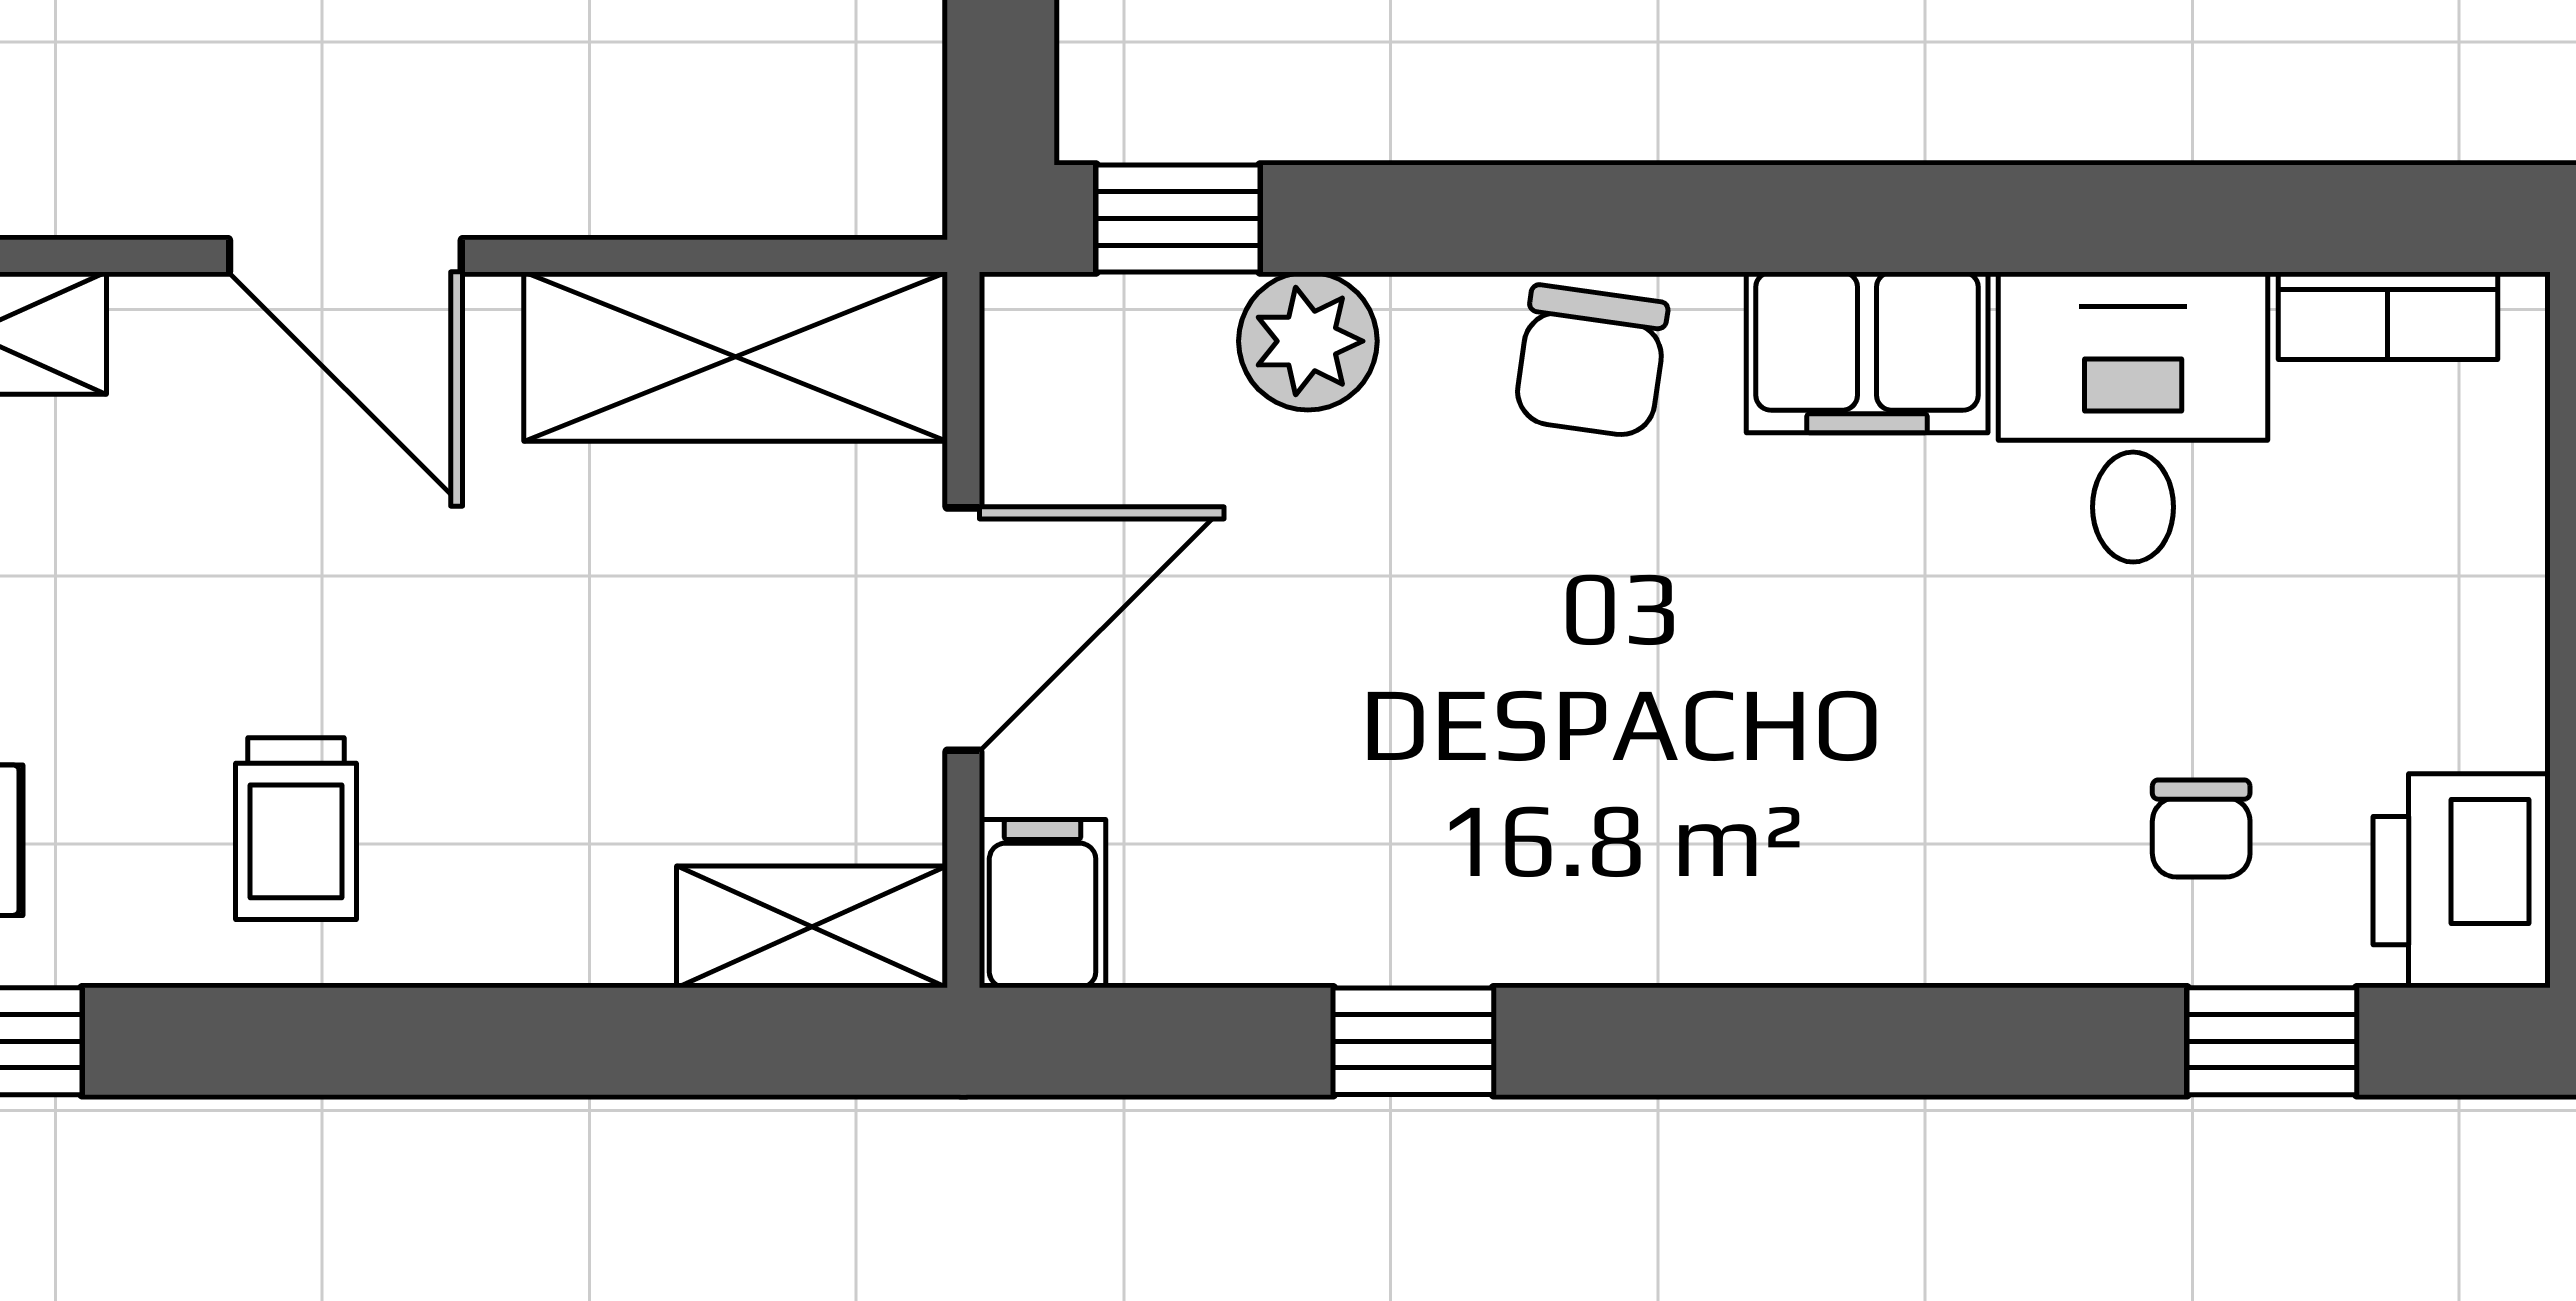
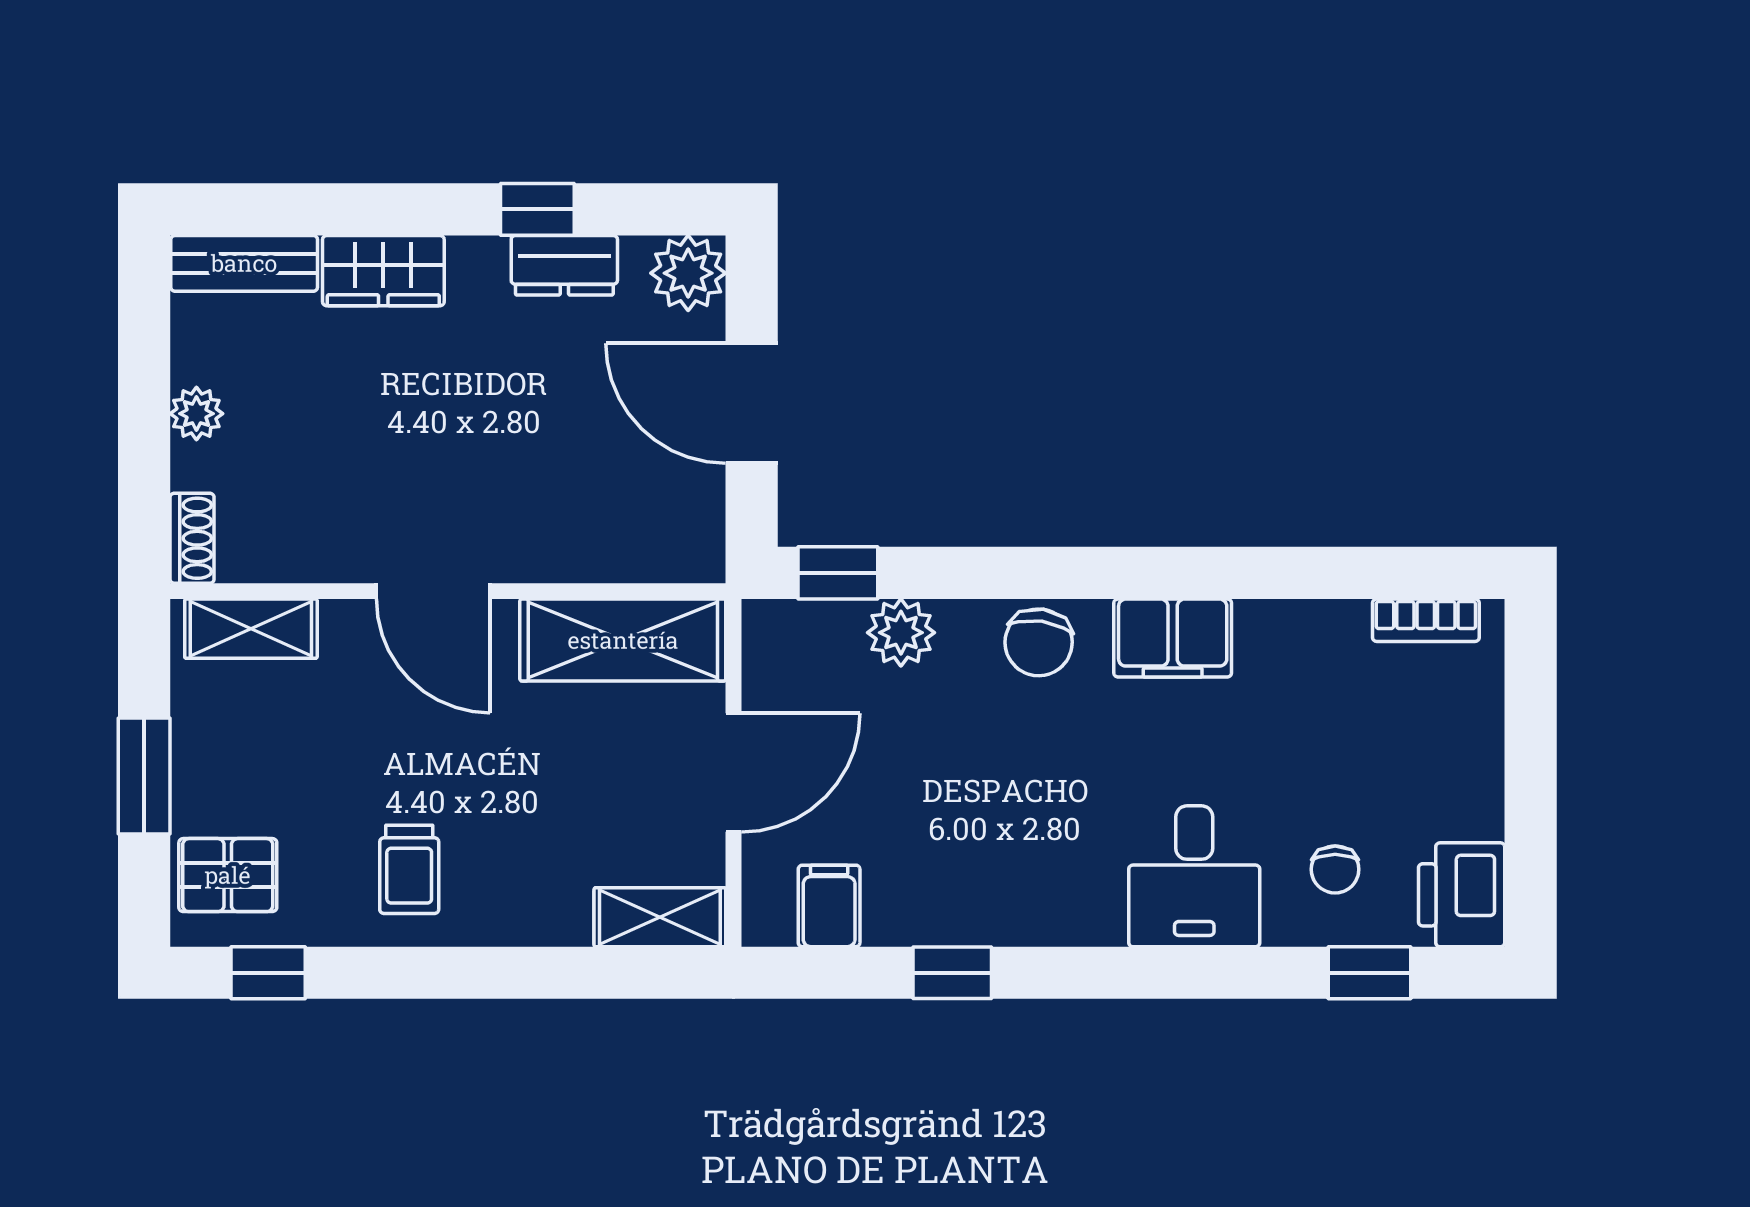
desk: (2133, 417) -> (1194, 876), moved, turned 180
filing cabinet: (1043, 904) -> (829, 906), moved

